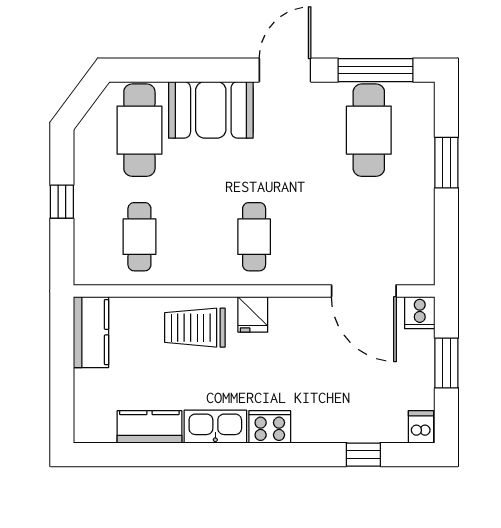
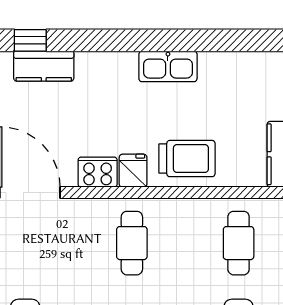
kitchen counter: (149, 427) -> (44, 66), moved
cooker: (270, 427) -> (98, 172), moved, turned 180

